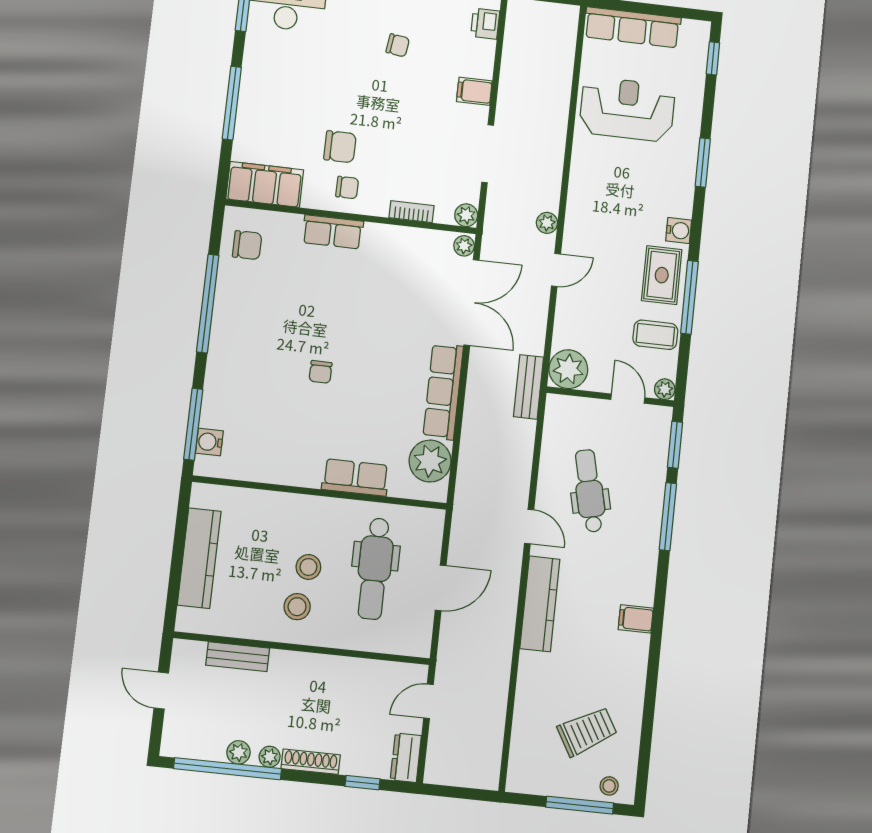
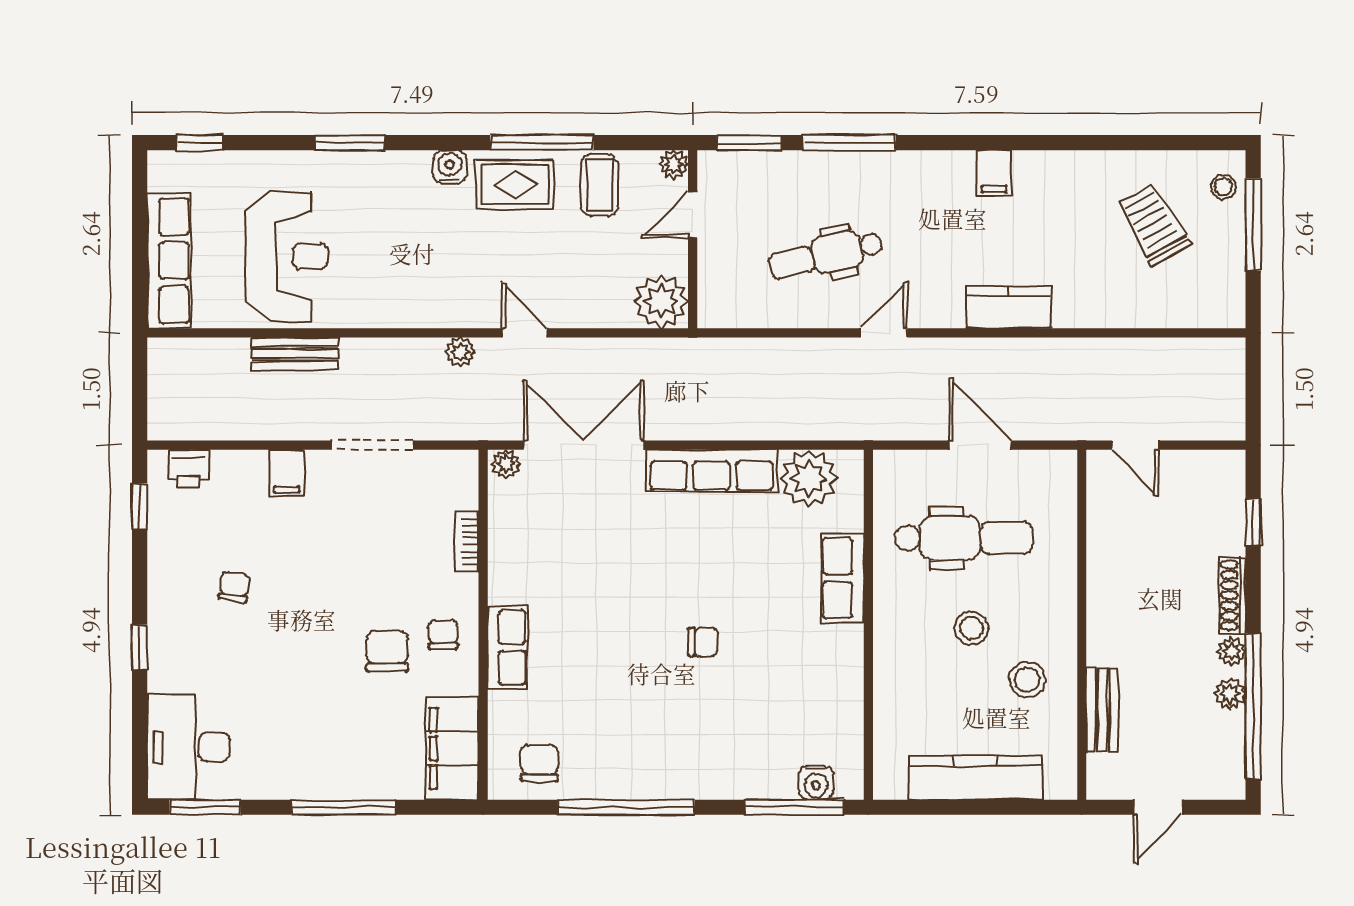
reception desk: (627, 109) -> (287, 256), turned 180
plant: (466, 215) -> (463, 466), removed
bench: (528, 387) -> (295, 354), moved
kitchen counter: (540, 604) -> (1009, 307), width x0.67
stool: (297, 607) -> (1027, 680), moved
dresser: (406, 758) -> (1214, 467), removed

